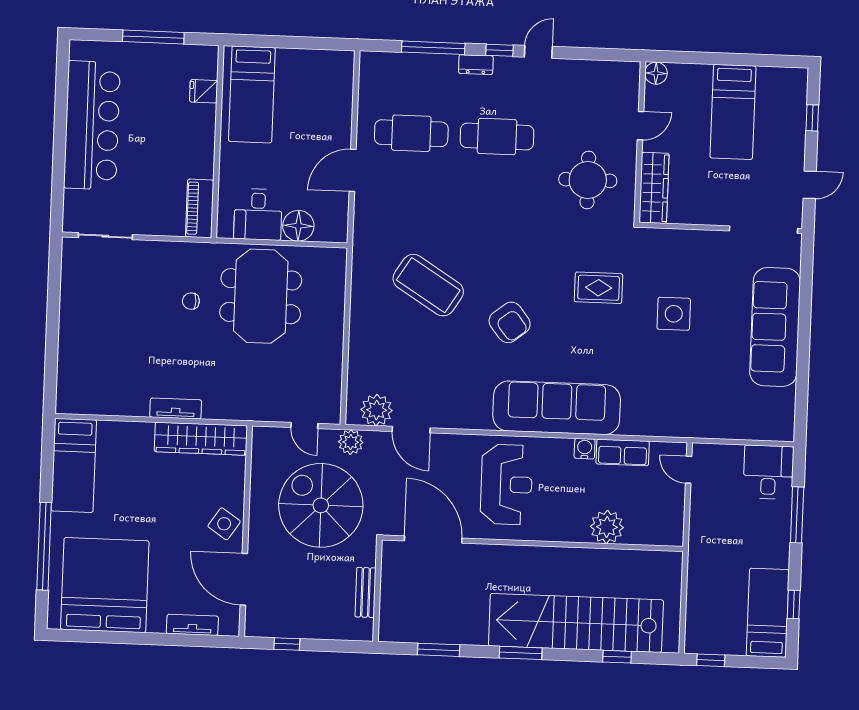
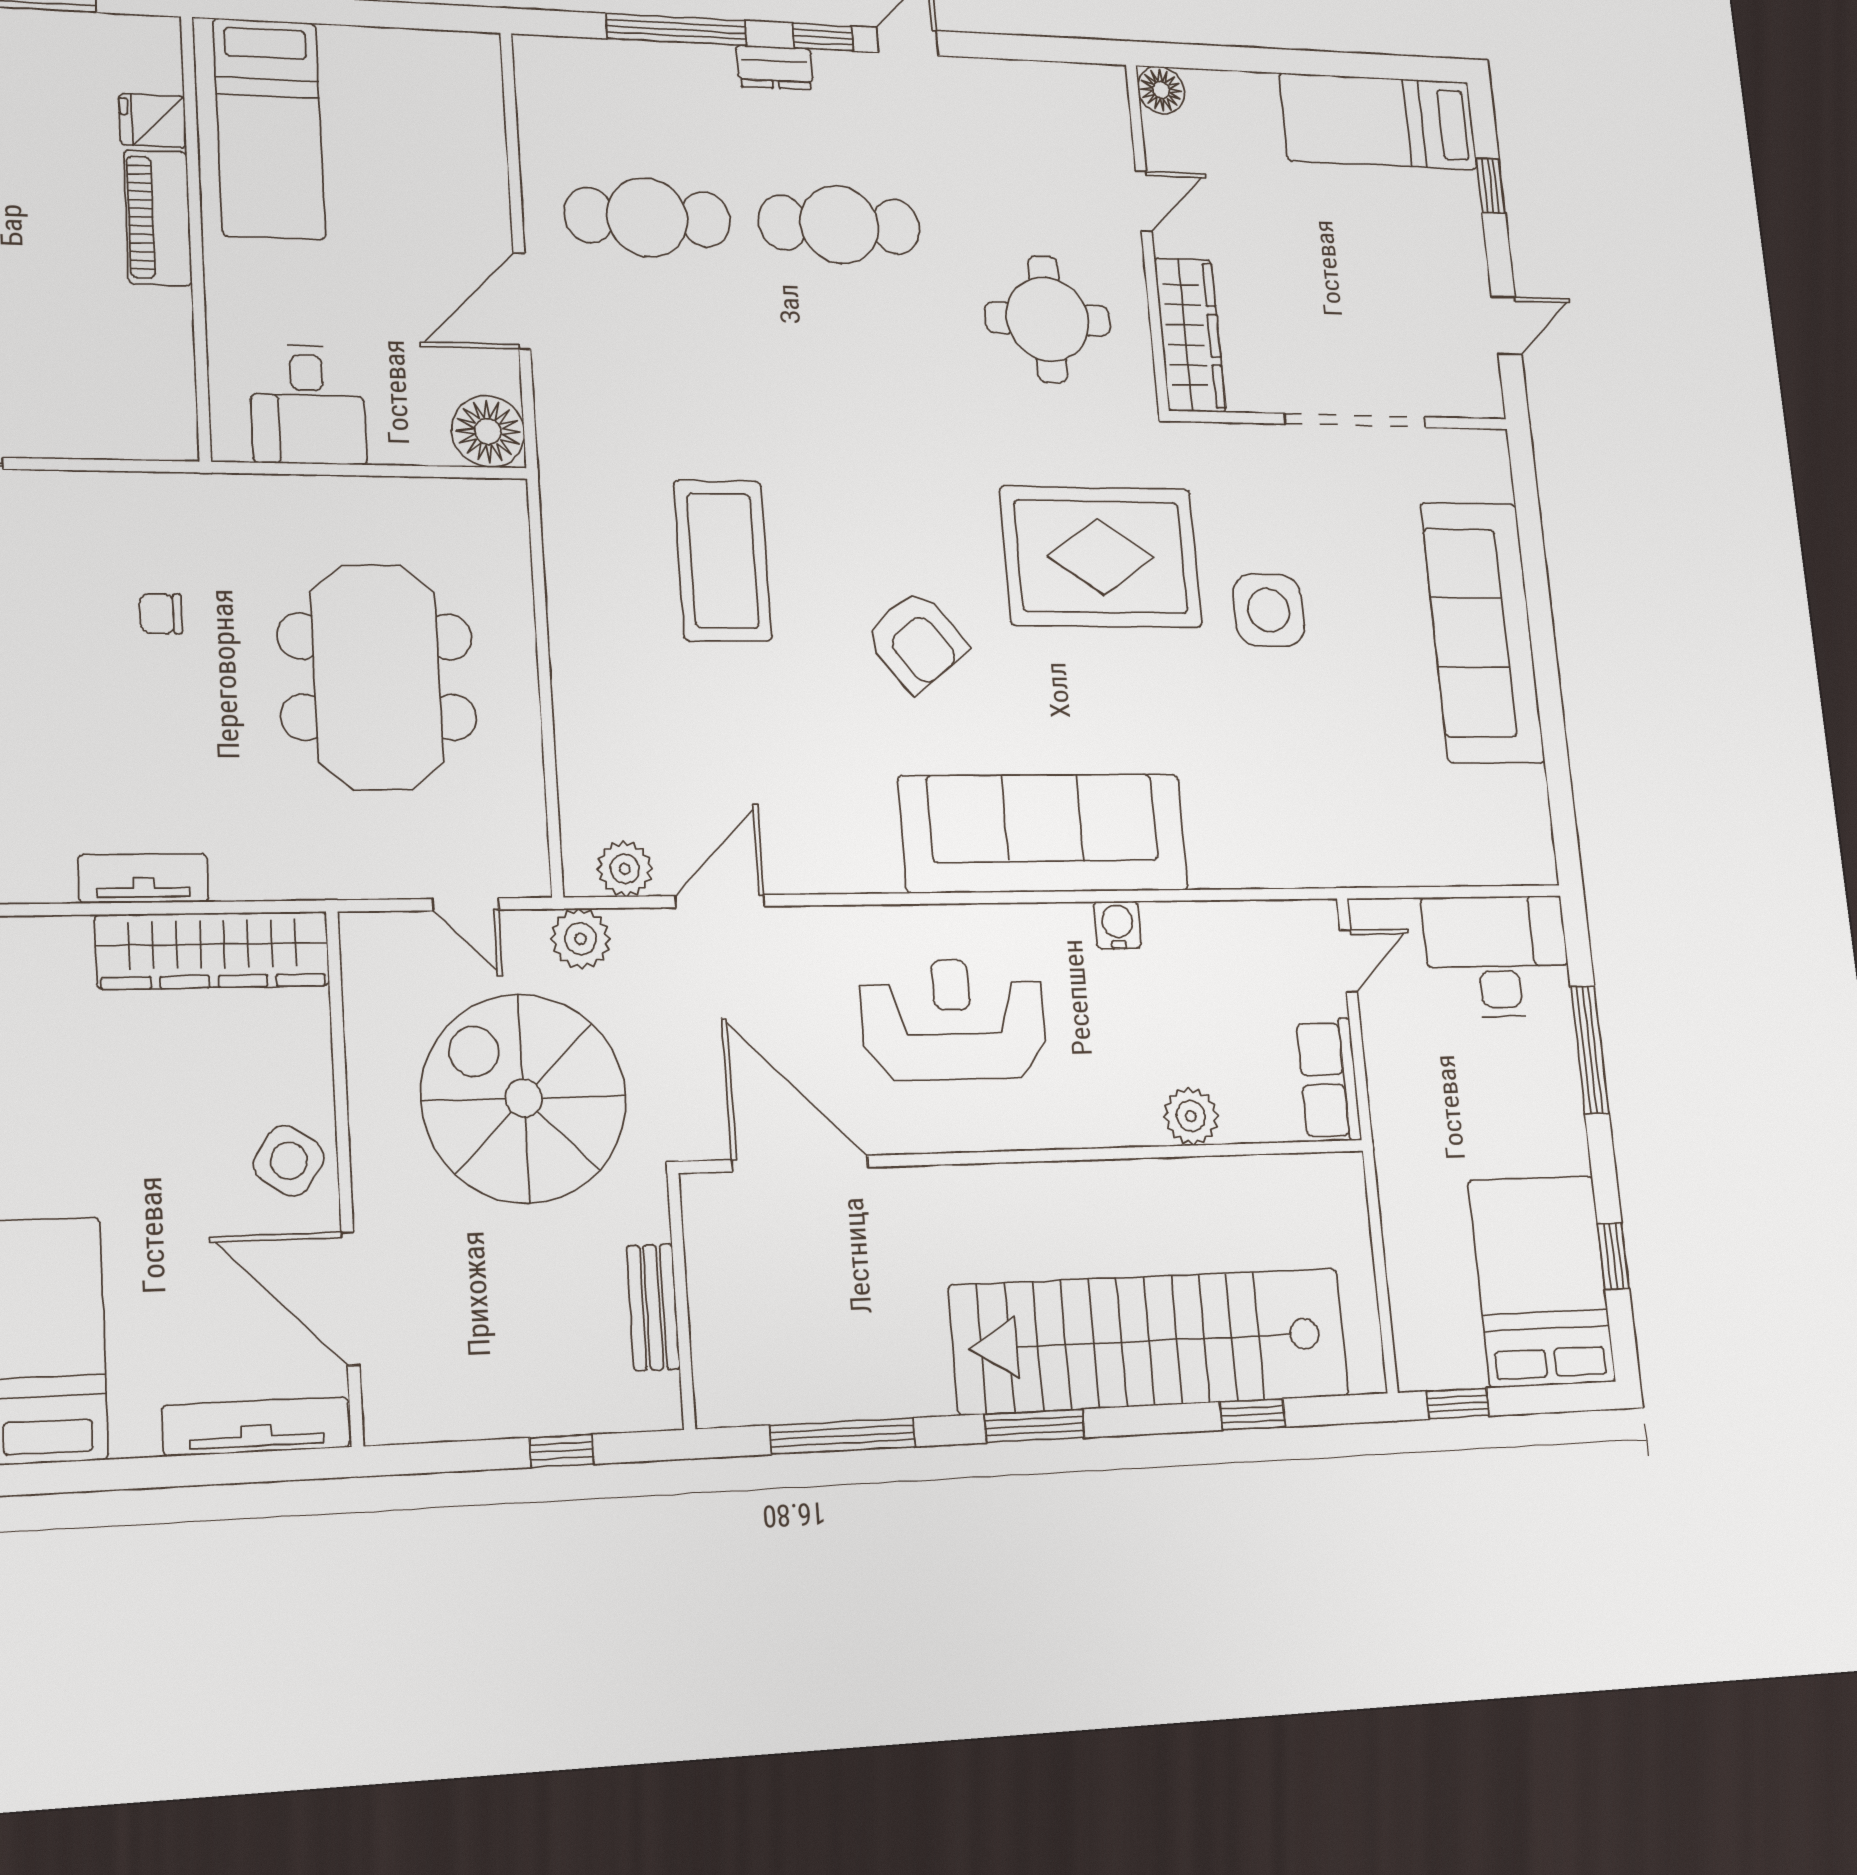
bed: (733, 112) -> (1379, 121), moved, turned 90
piano: (200, 208) -> (158, 218), moved
floor lamp: (298, 226) -> (488, 431), moved
doorway: (763, 230) -> (1355, 420), moved
coffee table: (428, 285) -> (723, 561), turned 58
rug: (599, 288) -> (1101, 557), width x1.86, depth x2.06
meeting table: (261, 296) -> (377, 677), moved
plant: (377, 410) -> (625, 869), width x0.73, depth x0.73
door: (411, 430) -> (720, 901), swing flipped
row of seats: (623, 453) -> (1329, 1080), moved, turned 90
door: (689, 470) -> (1348, 961), swing flipped
desk: (768, 472) -> (1497, 957), width x1.37
reception desk: (506, 484) -> (953, 1019), turned -90
plant: (607, 527) -> (1191, 1116), width x0.73, depth x0.73
bed: (768, 613) -> (1542, 1281), width x1.50
tv unit: (192, 625) -> (256, 1426), width x1.41
window: (287, 644) -> (562, 1451), moved
window: (439, 650) -> (843, 1436), width x1.44

